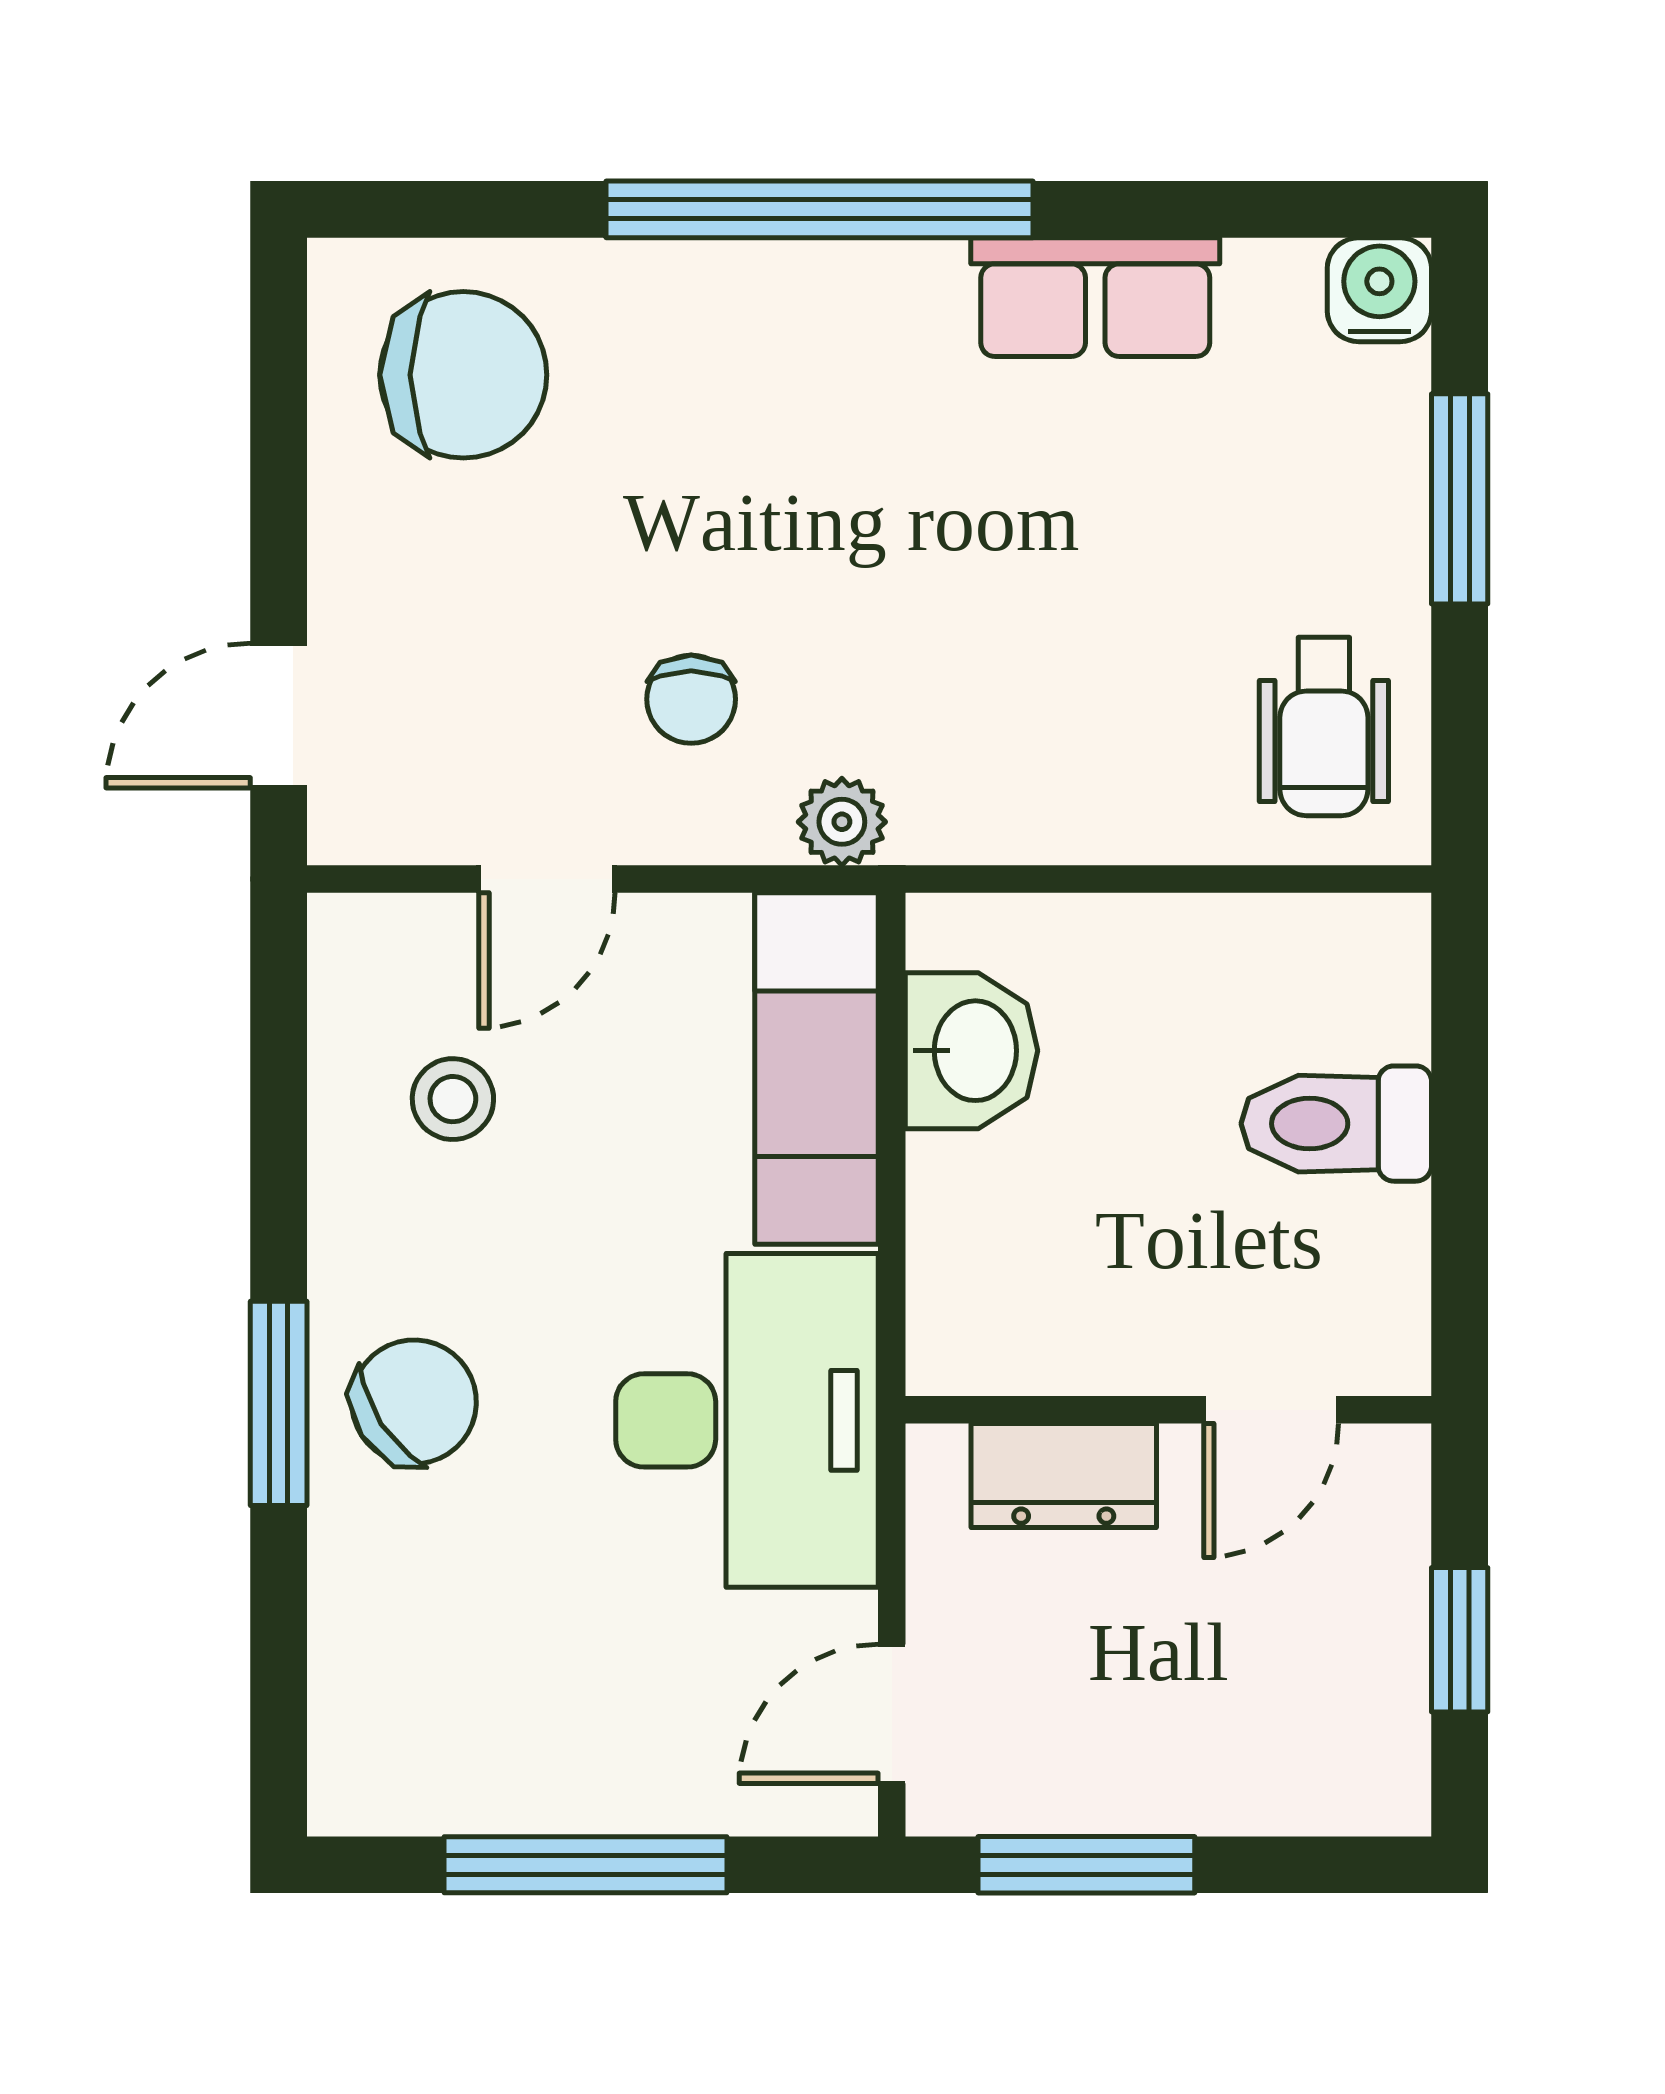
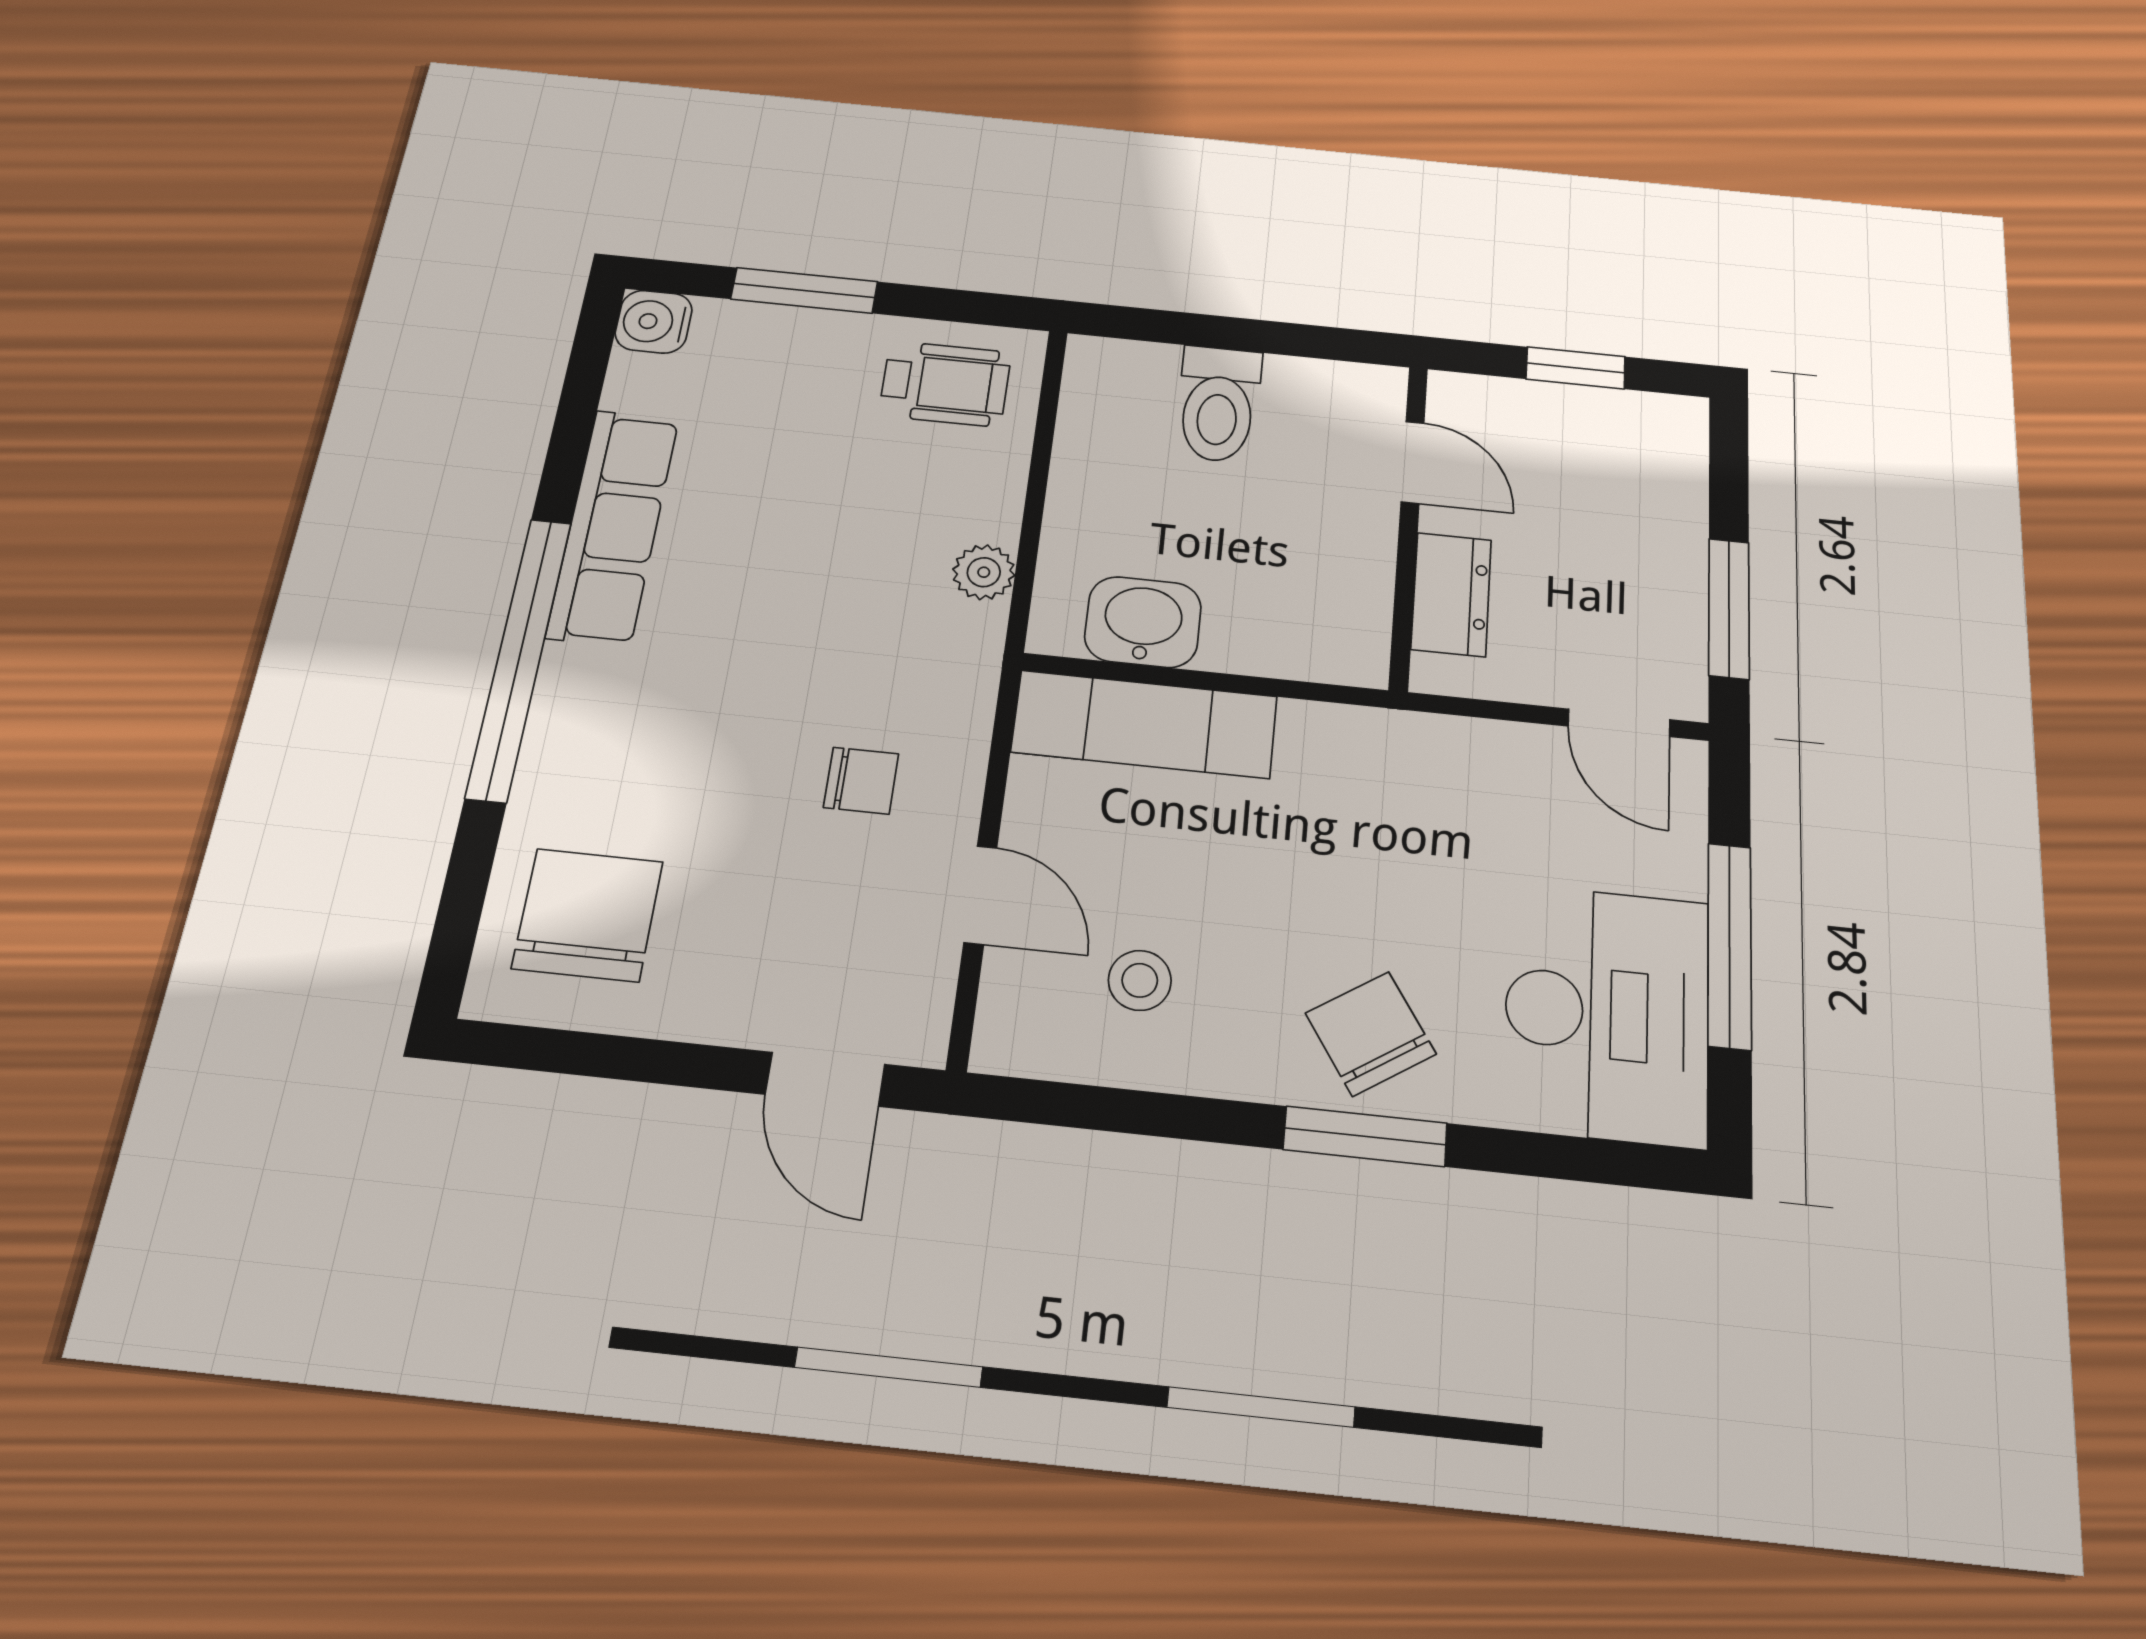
row of seats: (1095, 297) -> (613, 527), width x1.48
plant: (842, 822) -> (984, 572), moved
desk: (747, 1420) -> (1607, 1014), moved, turned 90

